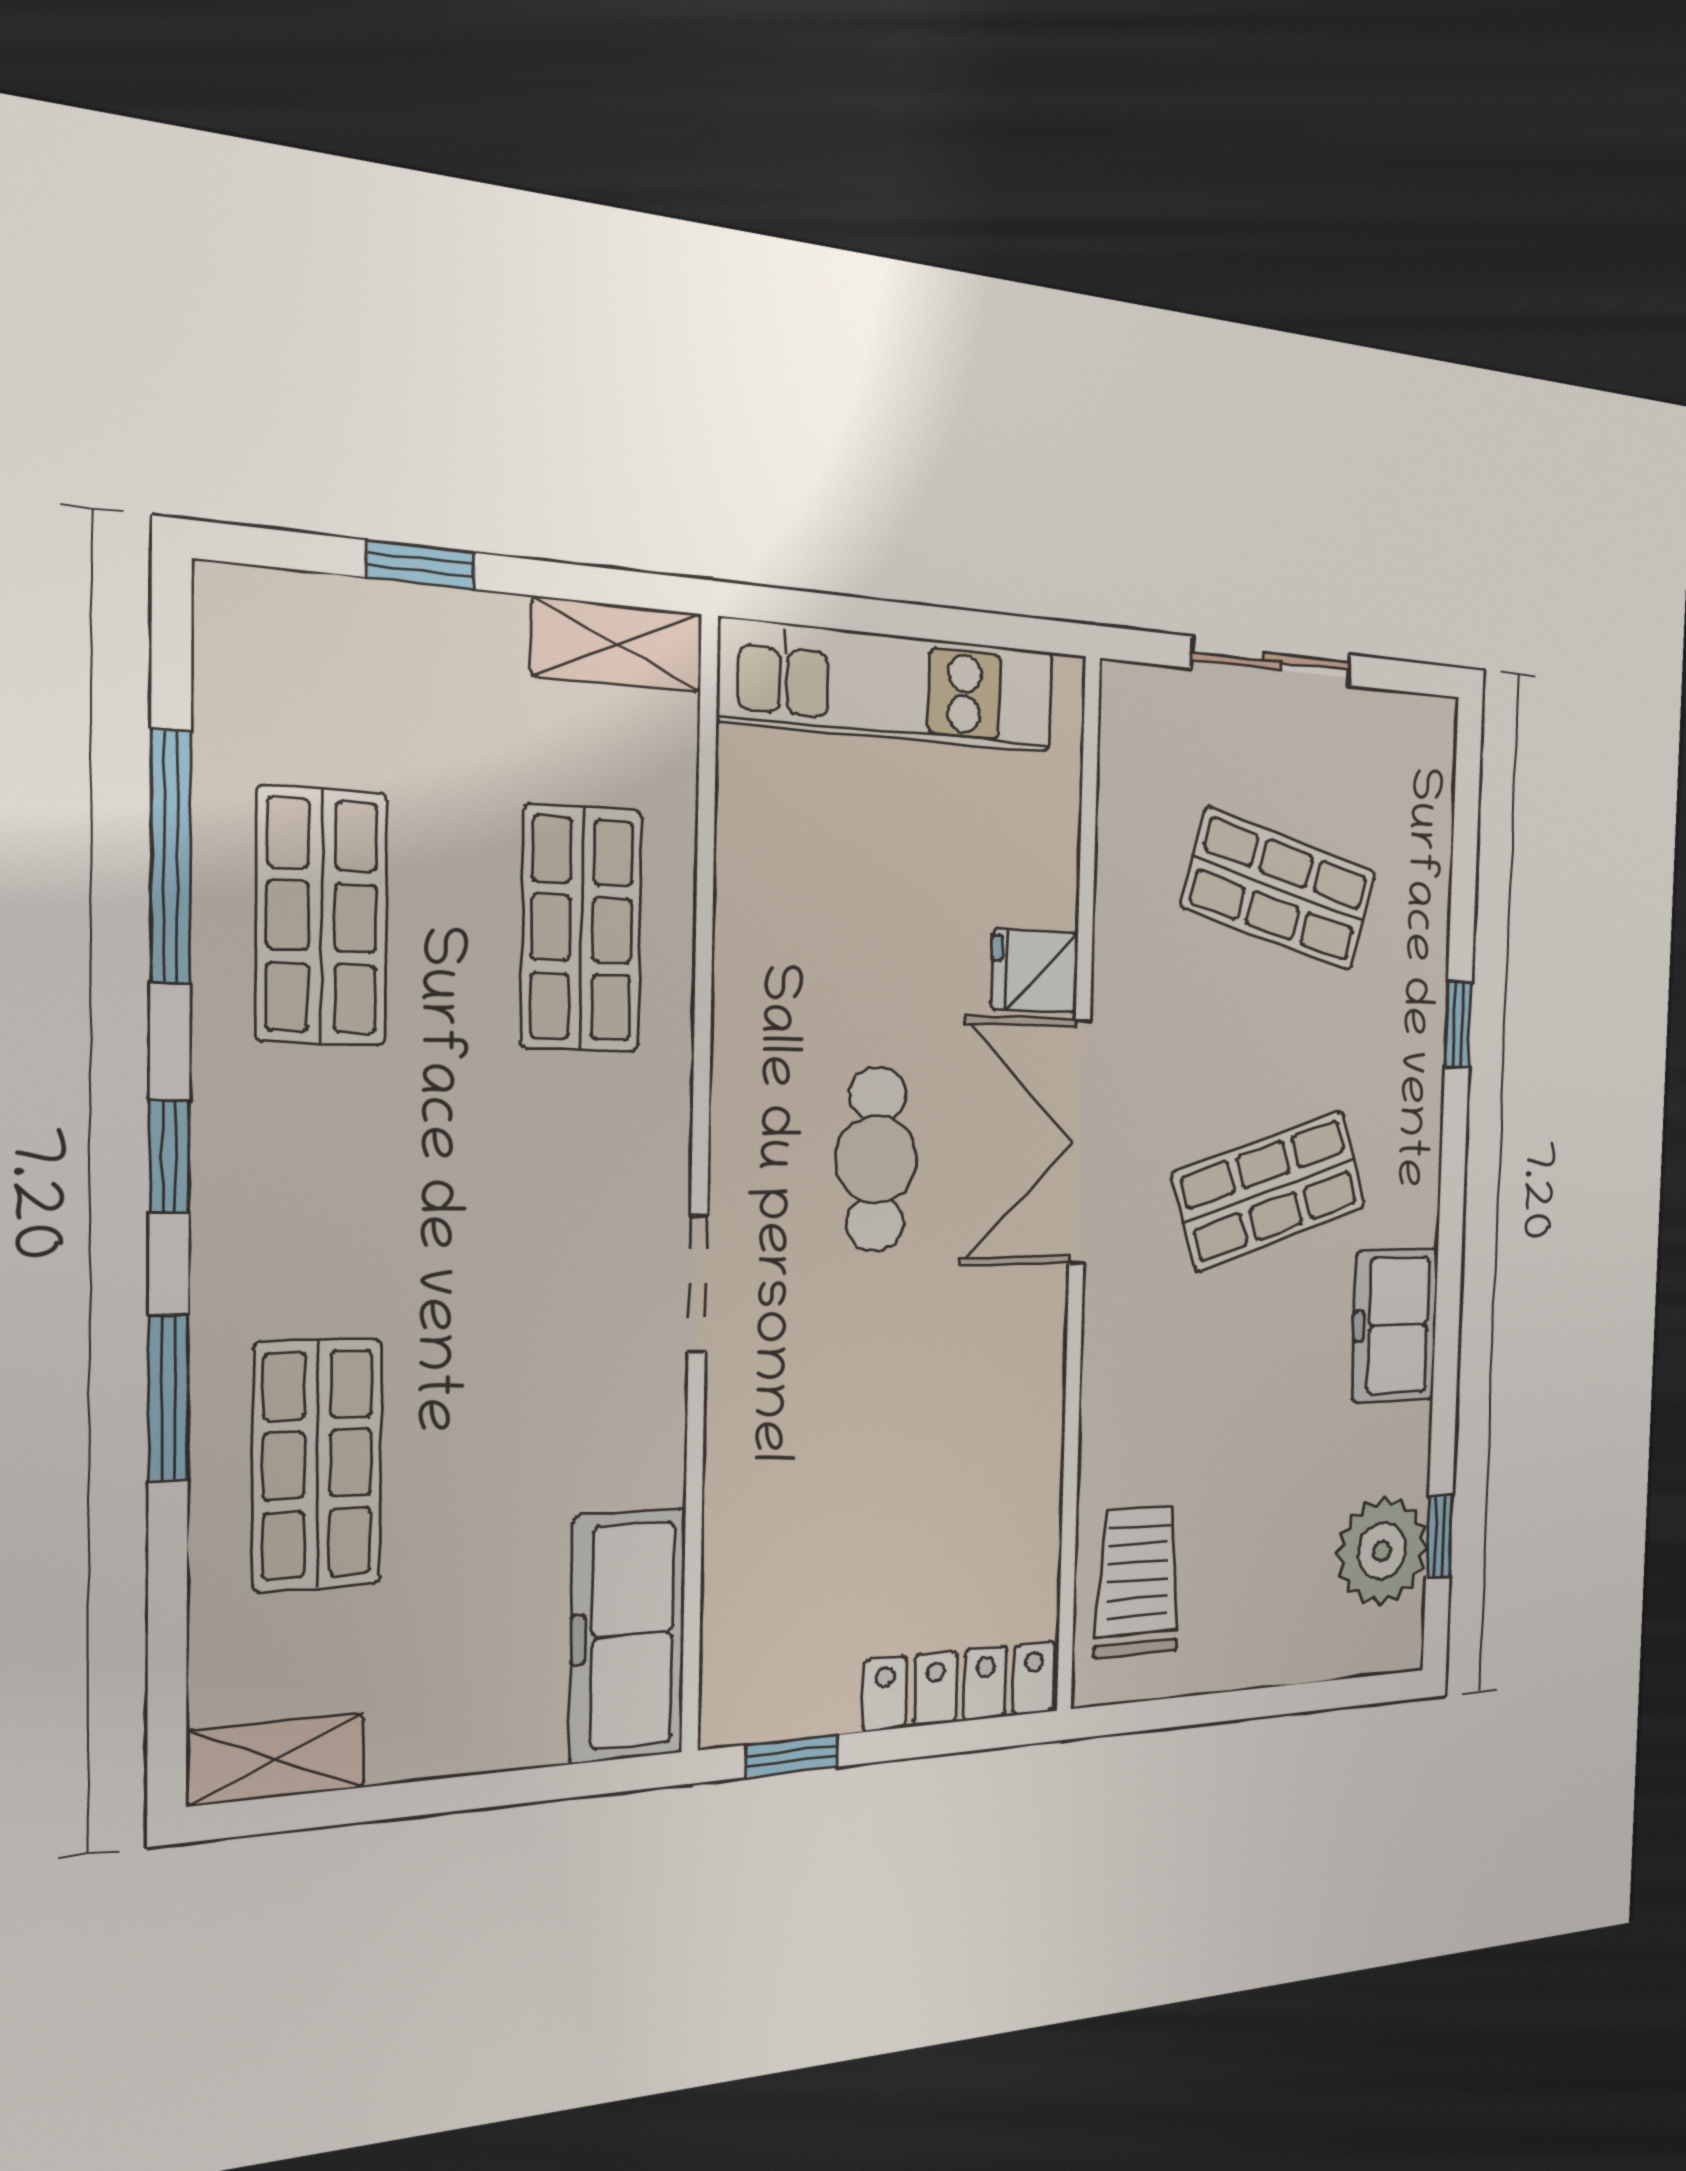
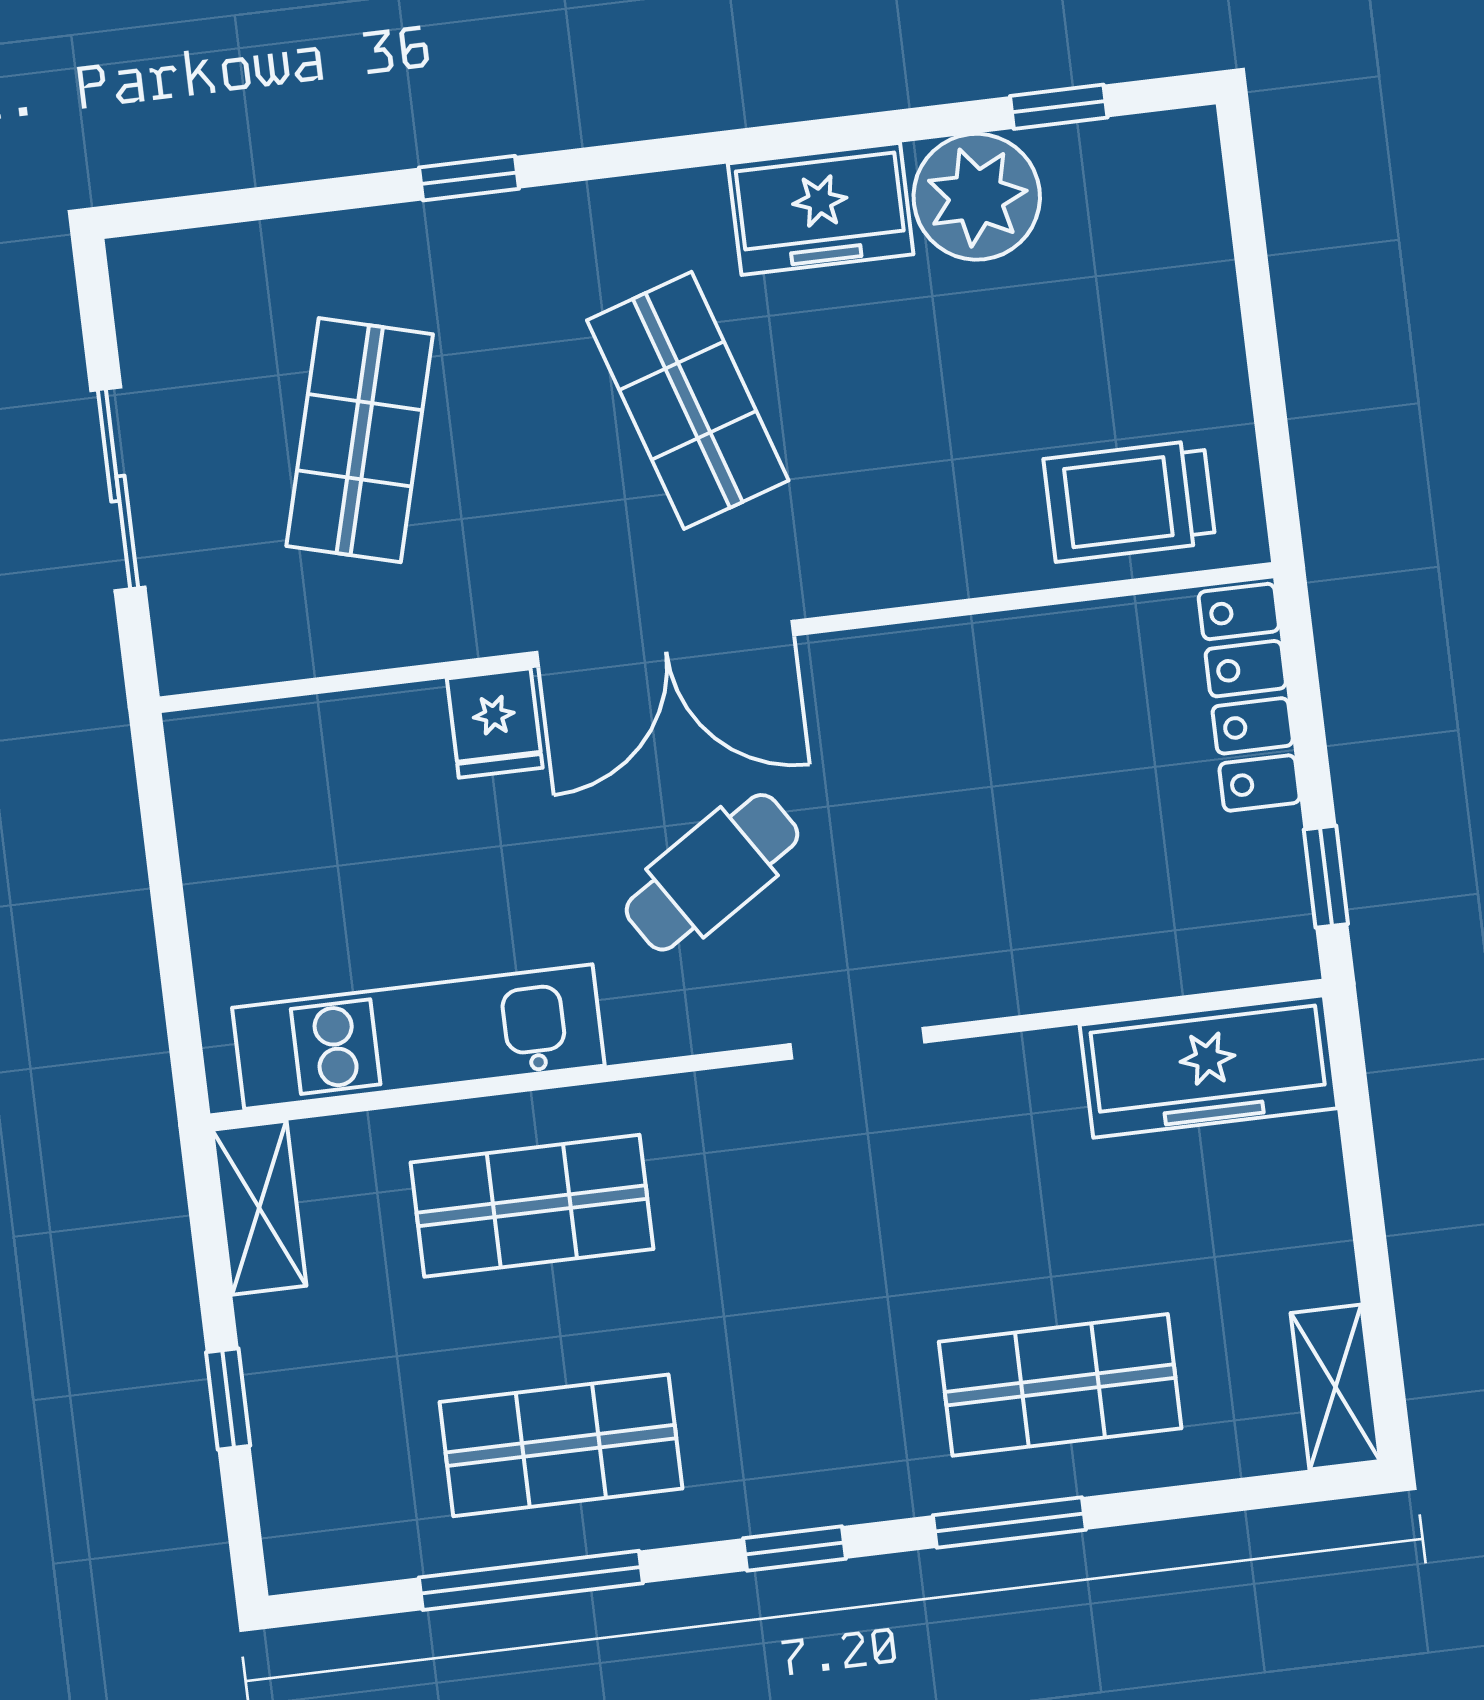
kitchen unit: (889, 686) -> (418, 1037), moved, turned -90
cafe table: (876, 1159) -> (712, 872), turned -33
plant: (1382, 1551) -> (977, 197), moved

